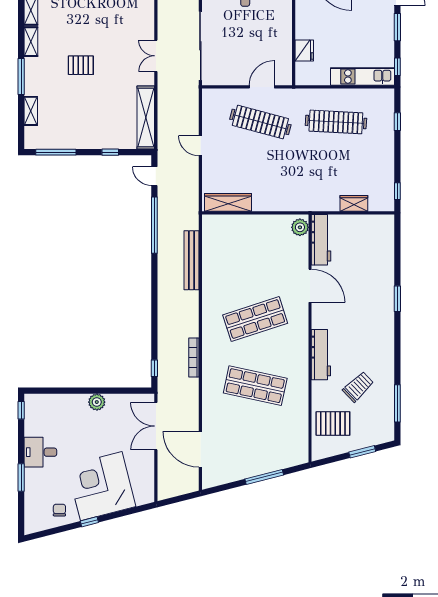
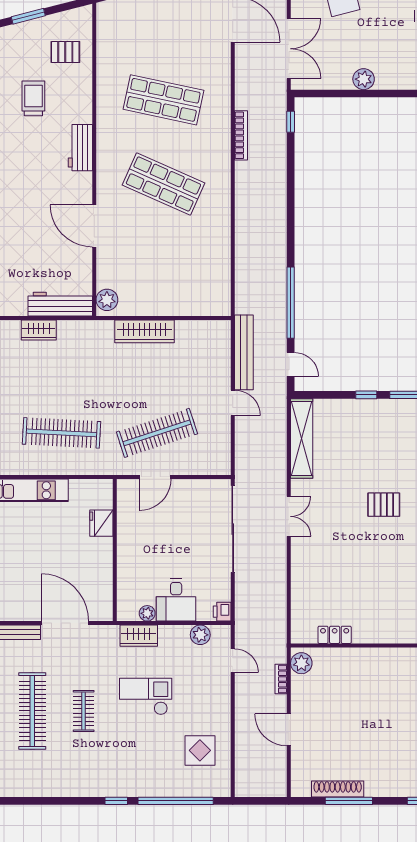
clothes rail: (260, 122) -> (157, 433), turned -33
window: (110, 152) -> (366, 395), moved
wardrobe: (228, 202) -> (145, 331), moved
workbench: (321, 240) -> (60, 304), moved, turned 90
bench: (192, 260) -> (244, 352), moved
shop shelf: (255, 319) -> (163, 184), turned 42
workbench: (321, 355) -> (80, 148), width x0.73
trolley: (358, 387) -> (33, 98), turned 134
pallet: (333, 423) -> (65, 52), width x0.67, depth x0.71

